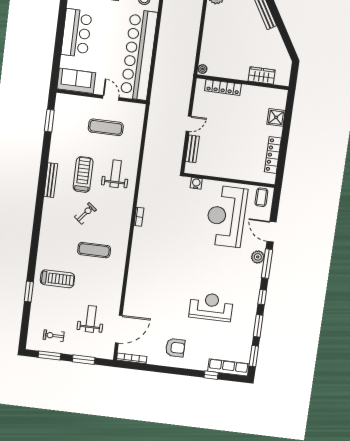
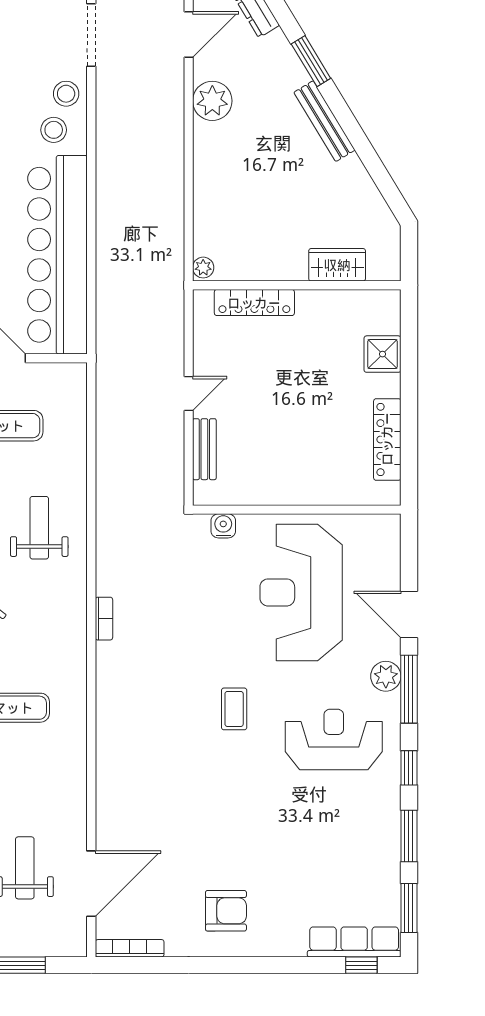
coffee table: (261, 197) -> (234, 709), moved
reception desk: (211, 307) -> (334, 740), moved
window: (211, 375) -> (361, 965), moved

